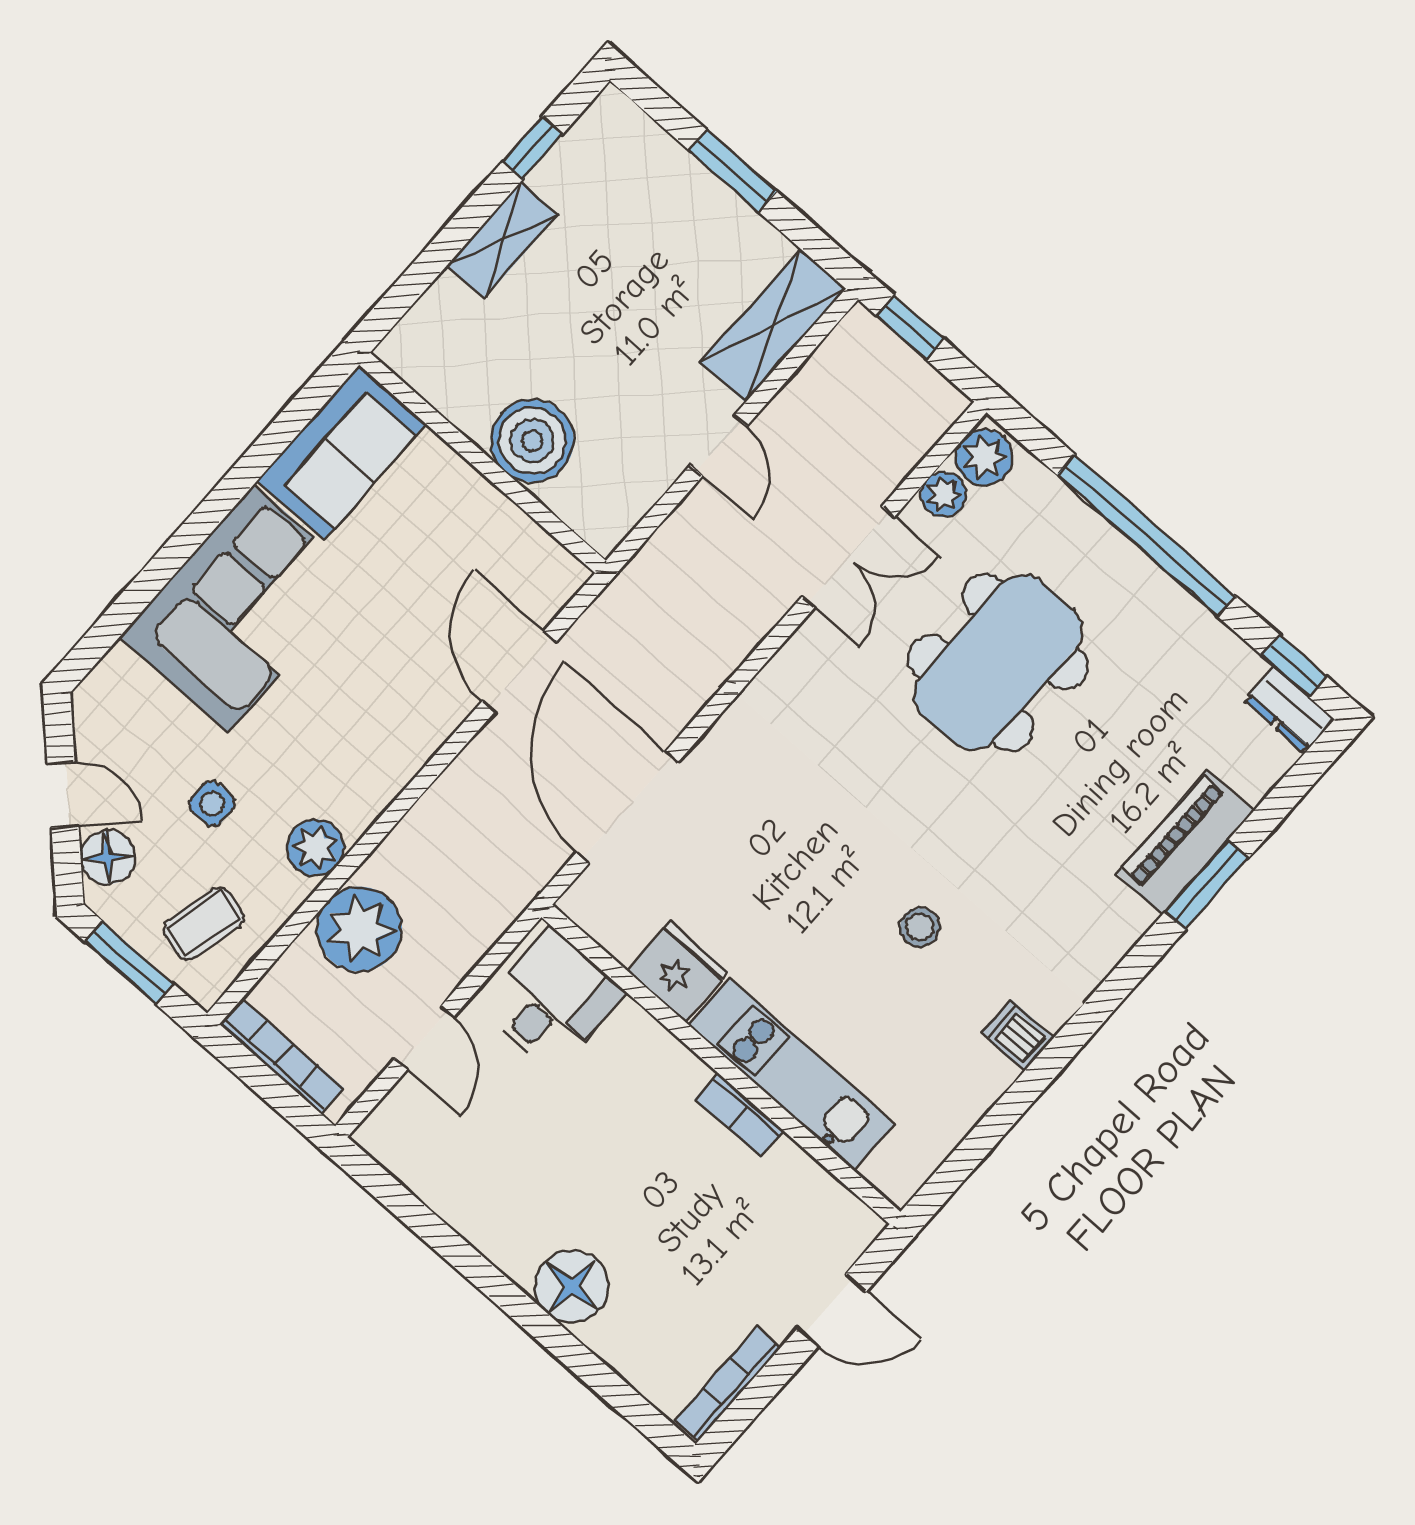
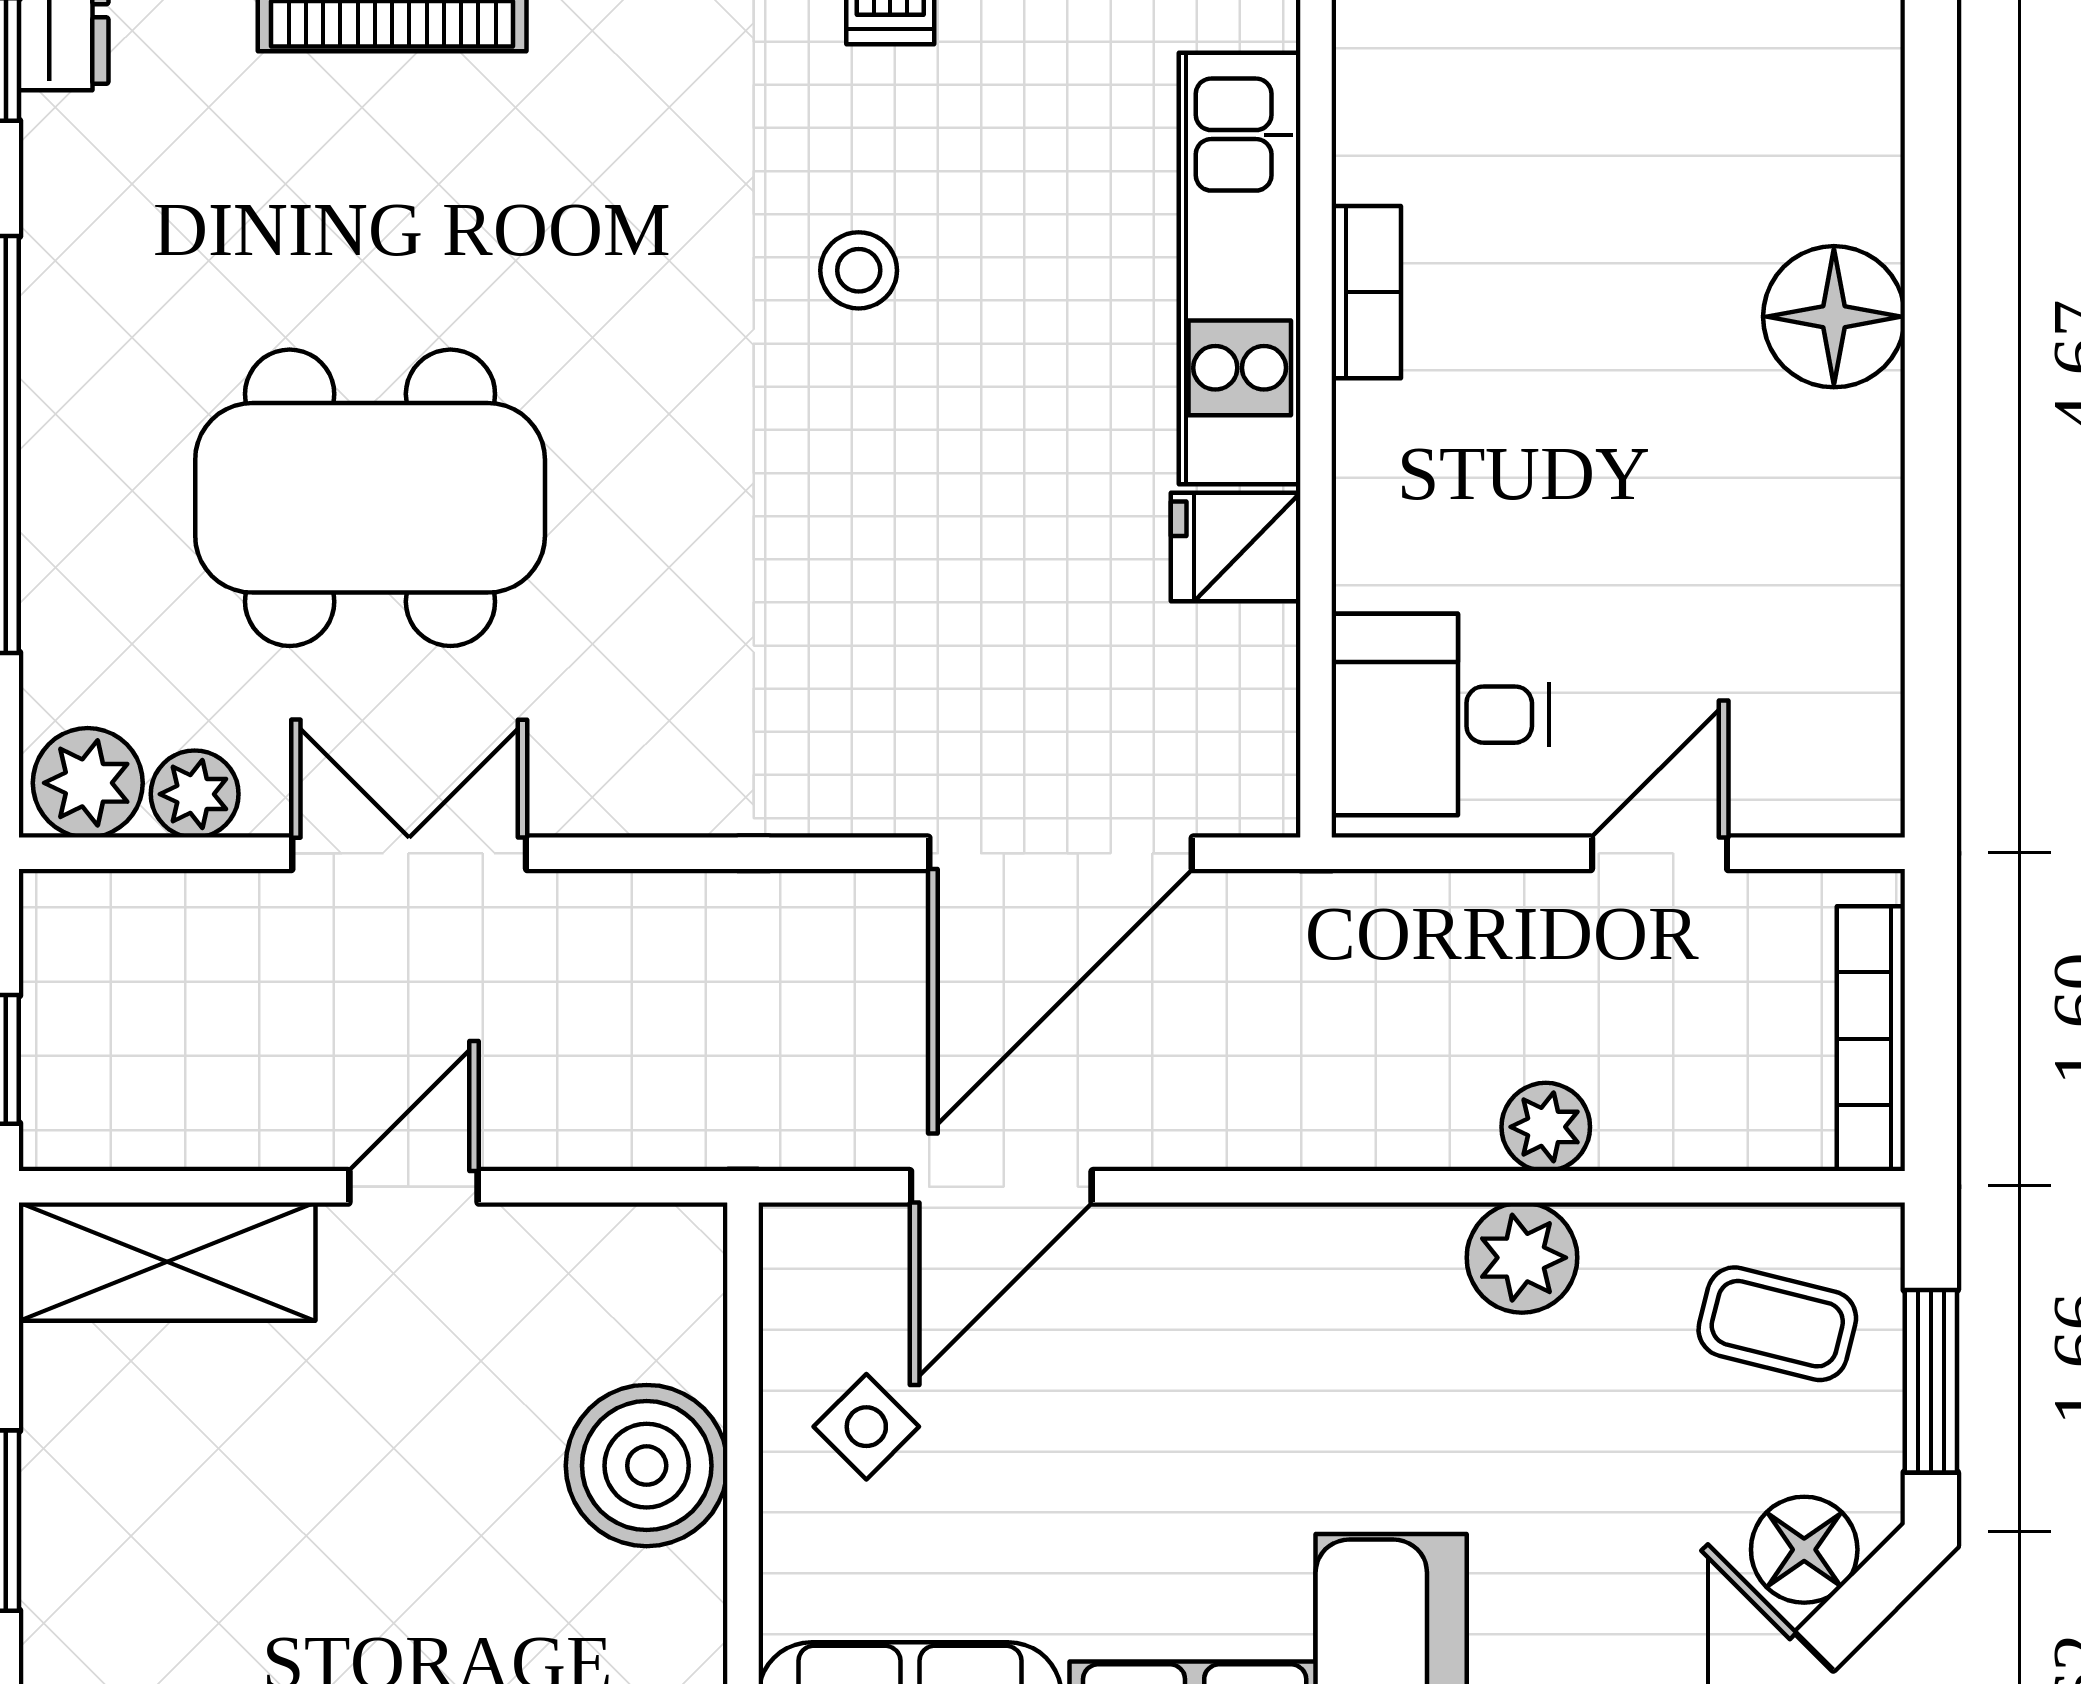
side table: (212, 804) -> (866, 1427), moved, turned 45
plant: (360, 929) -> (1546, 1127), width x0.53, depth x0.53
fridge: (678, 971) -> (1236, 547), width x0.72

